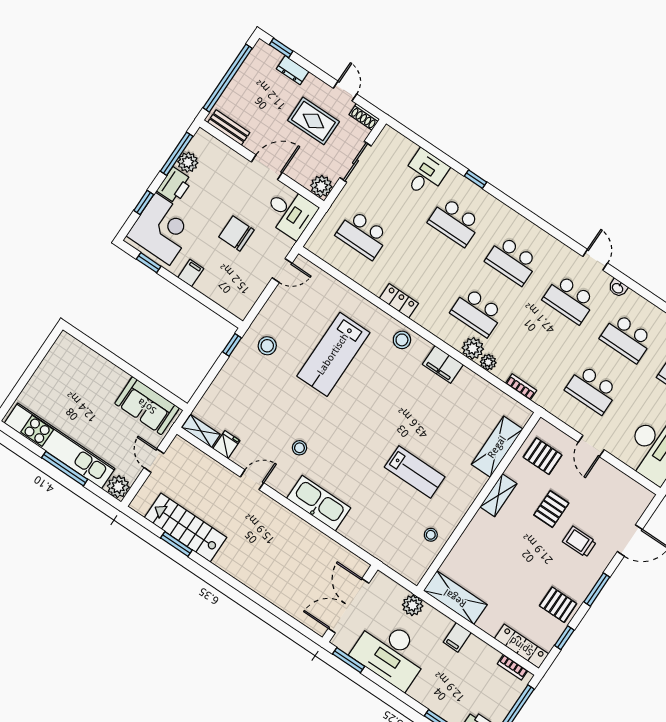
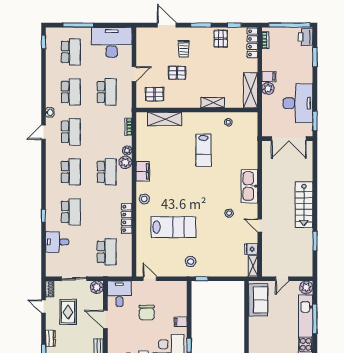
door: (345, 91) -> (44, 307), hinge flipped
locker: (399, 301) -> (127, 218), width x1.53
pallet: (543, 456) -> (155, 94), turned 90
lab bench: (415, 472) -> (203, 150), turned 180
shelving: (498, 495) -> (213, 103), moved
stairs: (186, 527) -> (304, 205), moved
plant: (413, 605) -> (268, 89), moved

